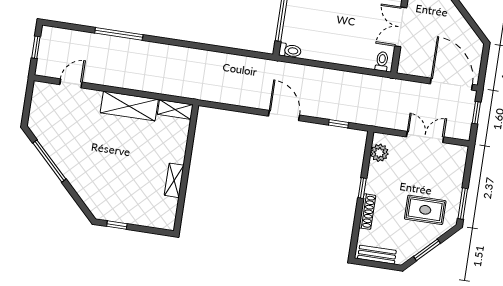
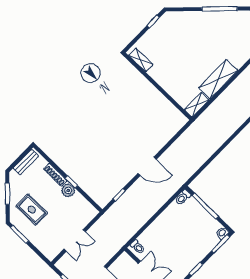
plant: (379, 153) -> (68, 190), moved
shelving: (174, 180) -> (141, 60), moved
rug: (425, 210) -> (32, 210), turned 90

